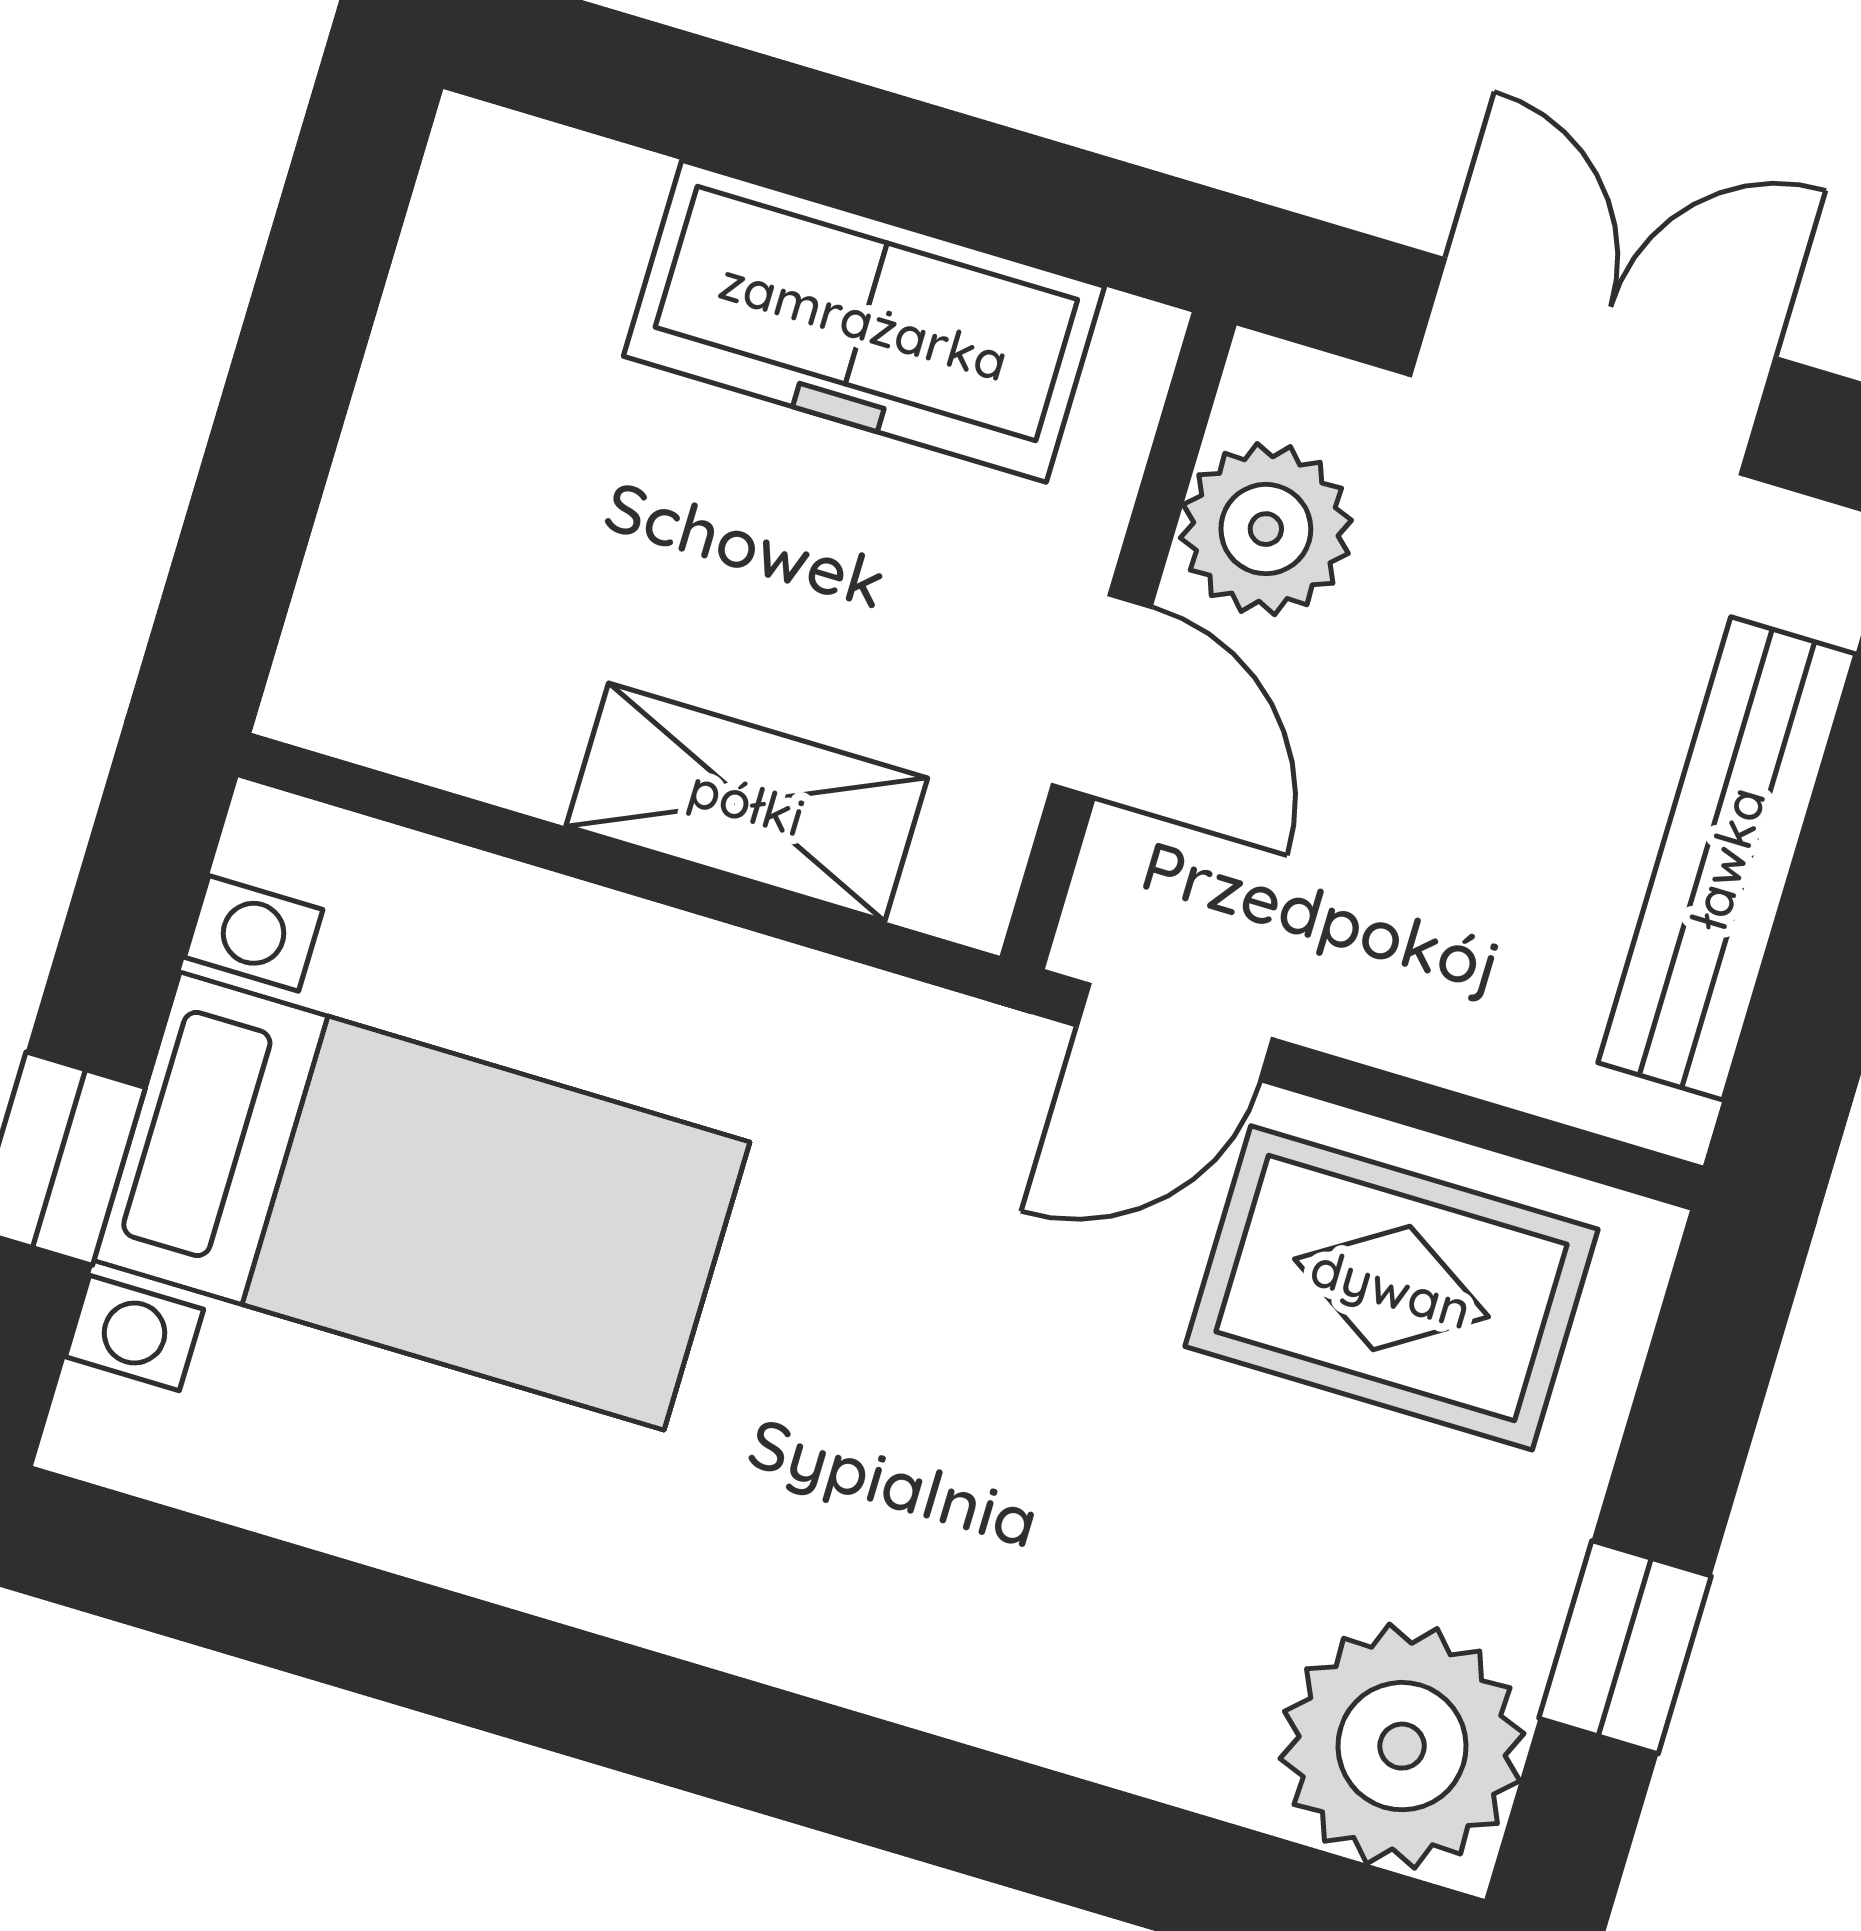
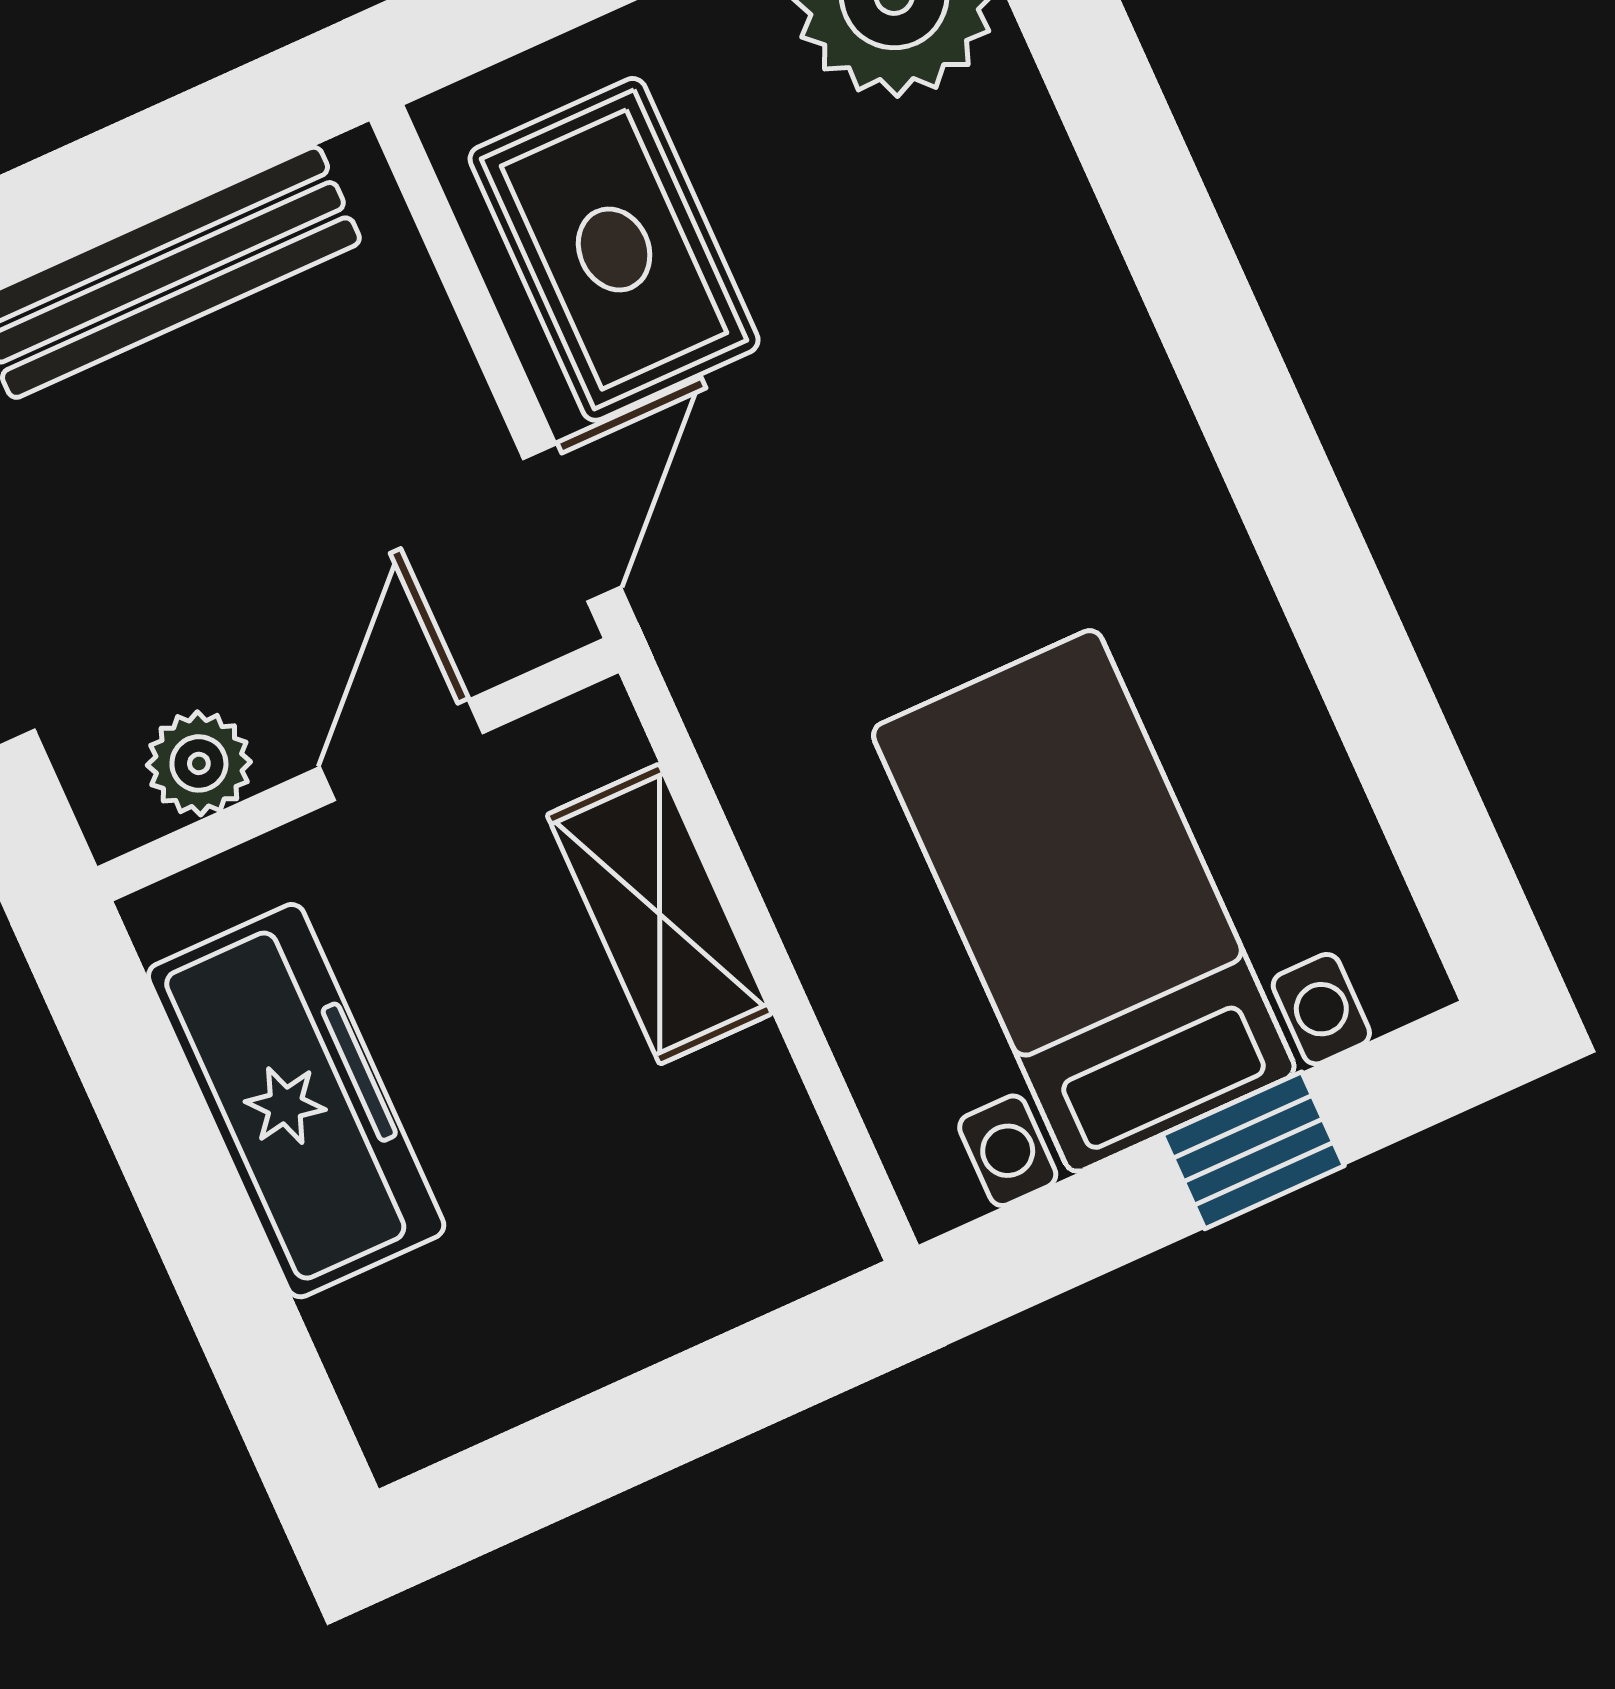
plant: (1266, 529) -> (199, 763), width x0.73, depth x0.73
door: (1175, 1032) -> (572, 523), hinge flipped

